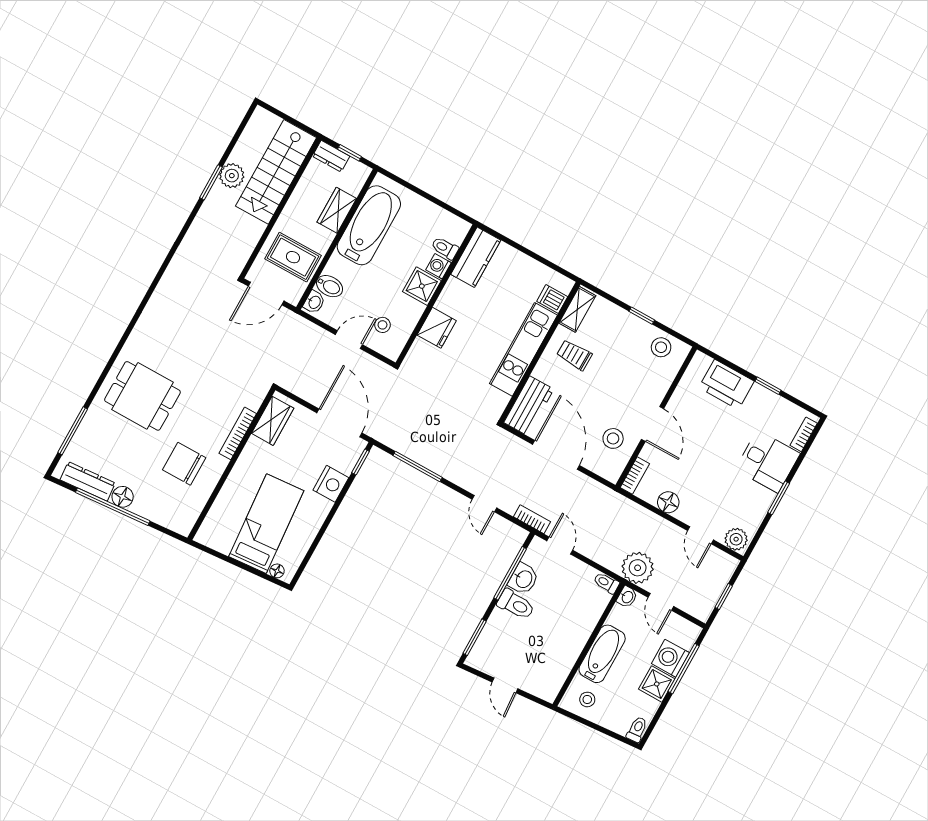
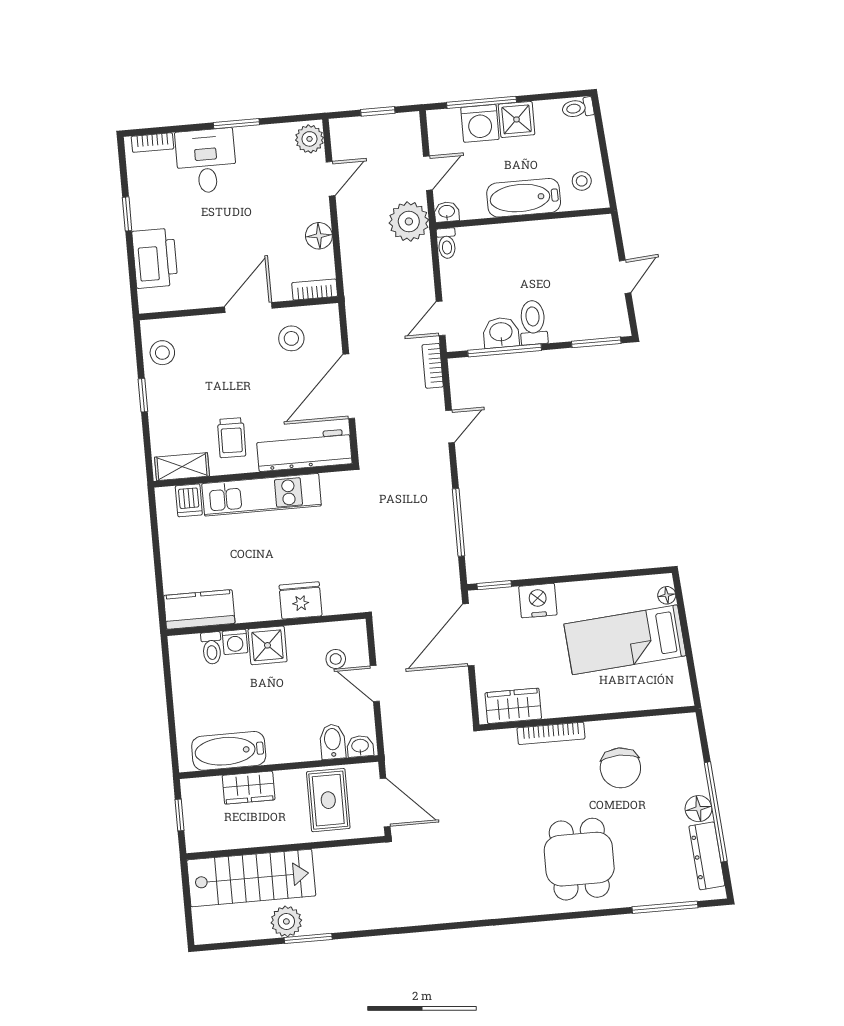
dresser: (331, 156) -> (196, 832), removed
bathtub: (369, 225) -> (229, 751), width x0.73, depth x0.73
workbench: (529, 406) -> (304, 450), width x1.38

